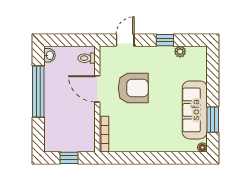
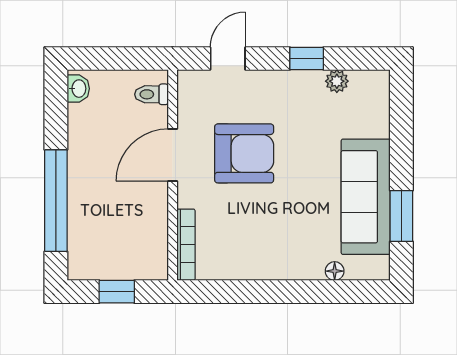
door: (97, 89) -> (173, 155), hinge flipped
window: (38, 92) -> (56, 201), moved
floor lamp: (202, 147) -> (335, 271), moved

